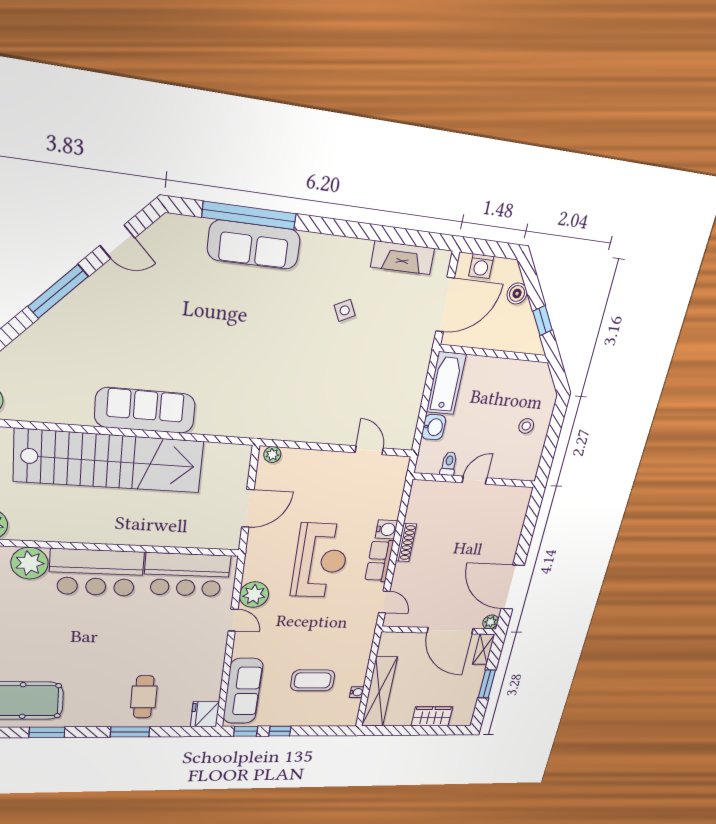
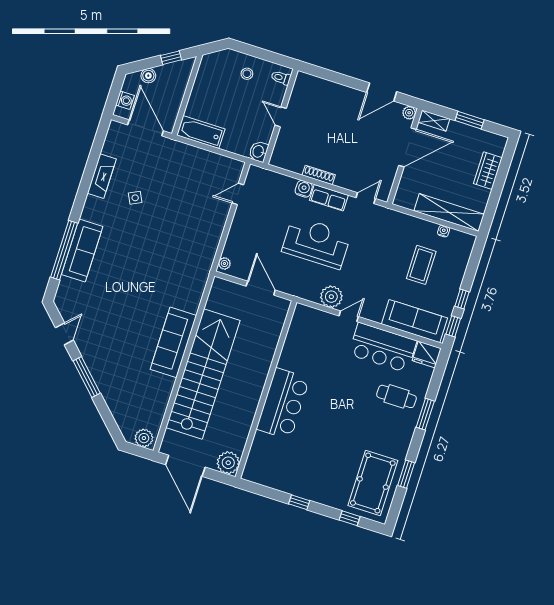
fireplace: (403, 258) -> (102, 176), moved
washbasin: (434, 427) -> (259, 151), moved, turned -90
toilet: (449, 464) -> (281, 78), moved
plant: (29, 563) -> (264, 446), removed
bar counter: (187, 575) -> (383, 348), moved, turned 90
door: (513, 587) -> (382, 92), width x0.73

